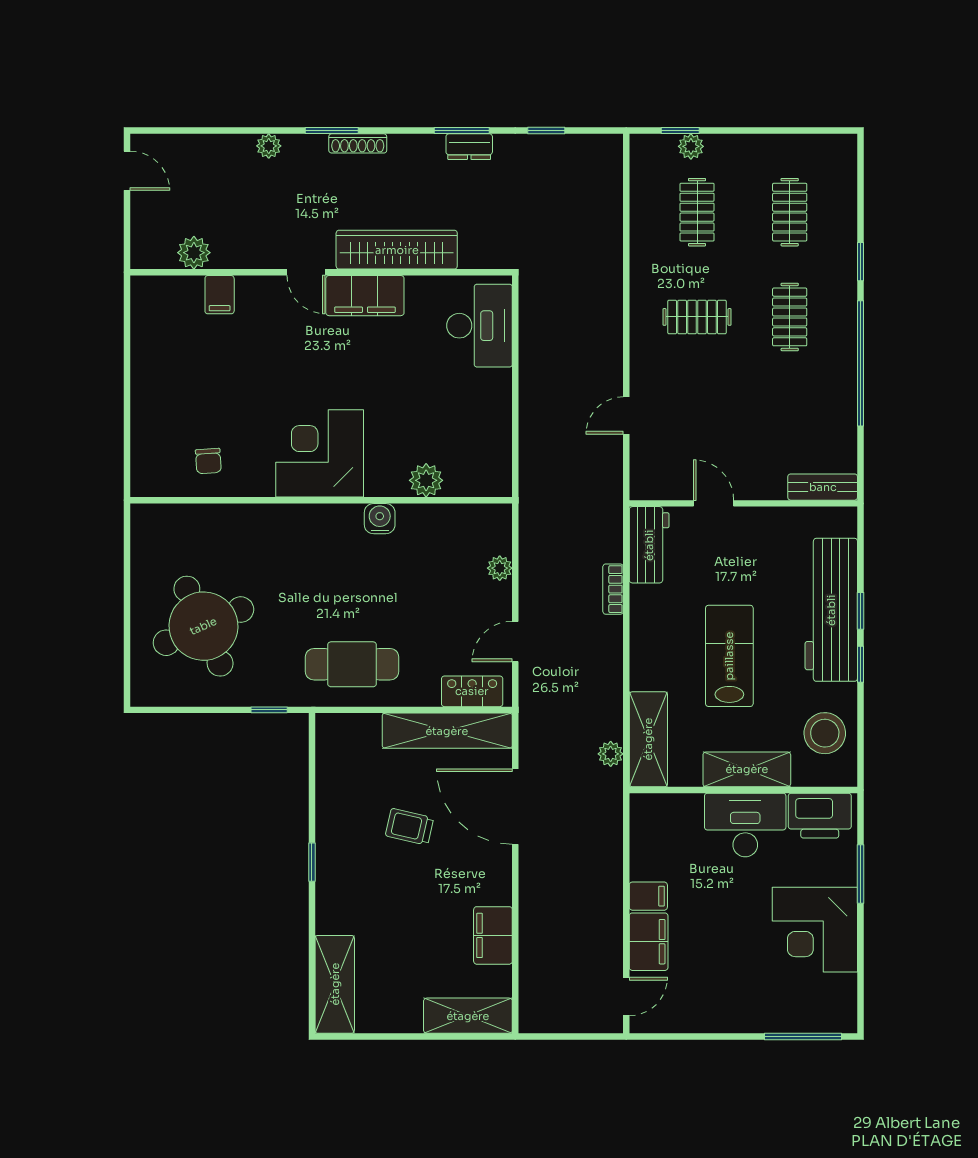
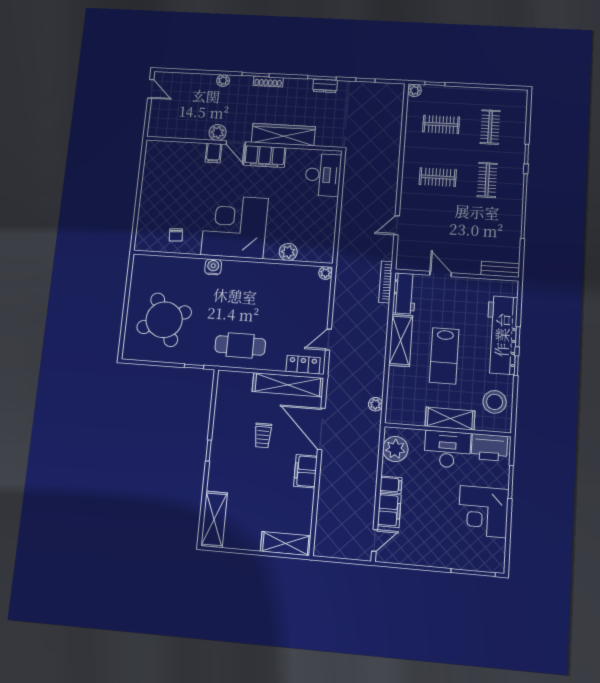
plant: (691, 146) -> (414, 90), moved
clothes rail: (697, 212) -> (441, 124), turned 90
plant: (194, 253) -> (218, 132), moved
filing cabinet: (220, 295) -> (213, 153), moved
corner desk: (320, 453) -> (235, 227), width x1.36, depth x1.36
water cooler: (380, 519) -> (213, 267), moved
plant: (500, 568) -> (325, 273), moved
bookcase: (613, 589) -> (386, 282), moved, width x1.56
lab bench: (729, 656) -> (444, 356), turned 180
shelving: (648, 739) -> (401, 340), moved
trolley: (409, 827) -> (263, 435), turned -103
plant: (652, 832) -> (395, 449), added
filing cabinet: (493, 935) -> (306, 471), moved

